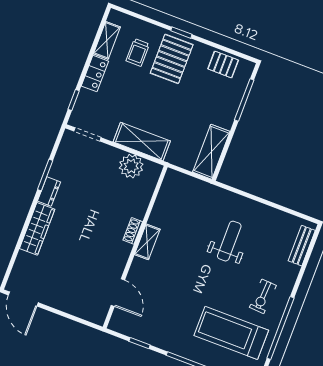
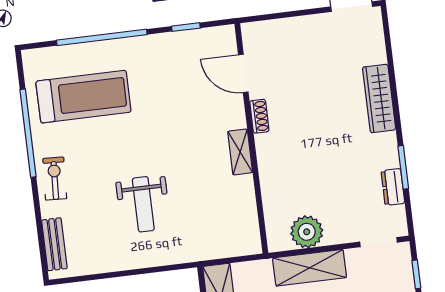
dresser: (49, 191) -> (393, 187), moved
shoe rack: (133, 231) -> (259, 116), moved
exercise bike: (263, 296) -> (55, 178), moved

